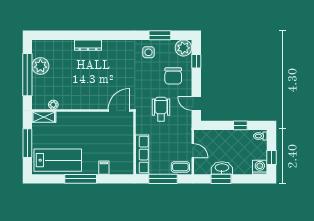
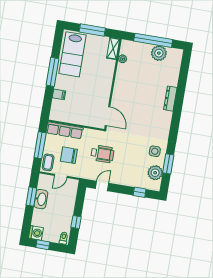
plant: (183, 48) -> (155, 173), moved
chair: (173, 76) -> (69, 155), moved

